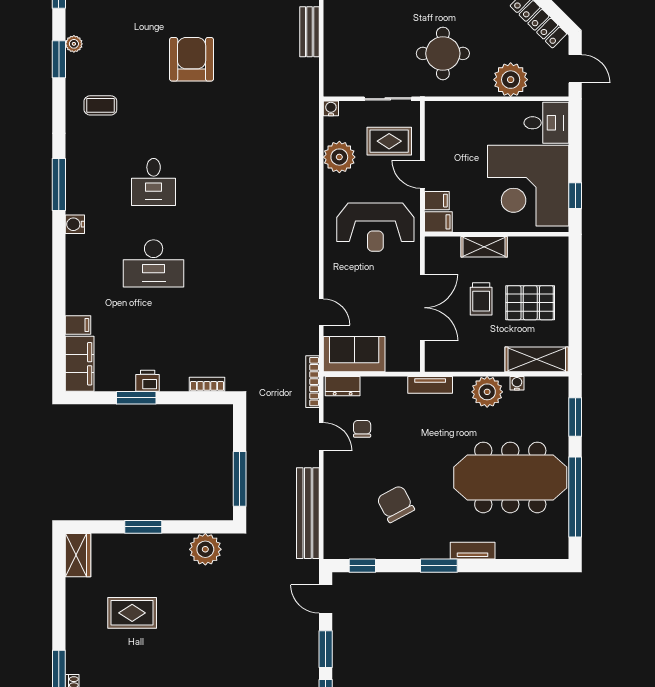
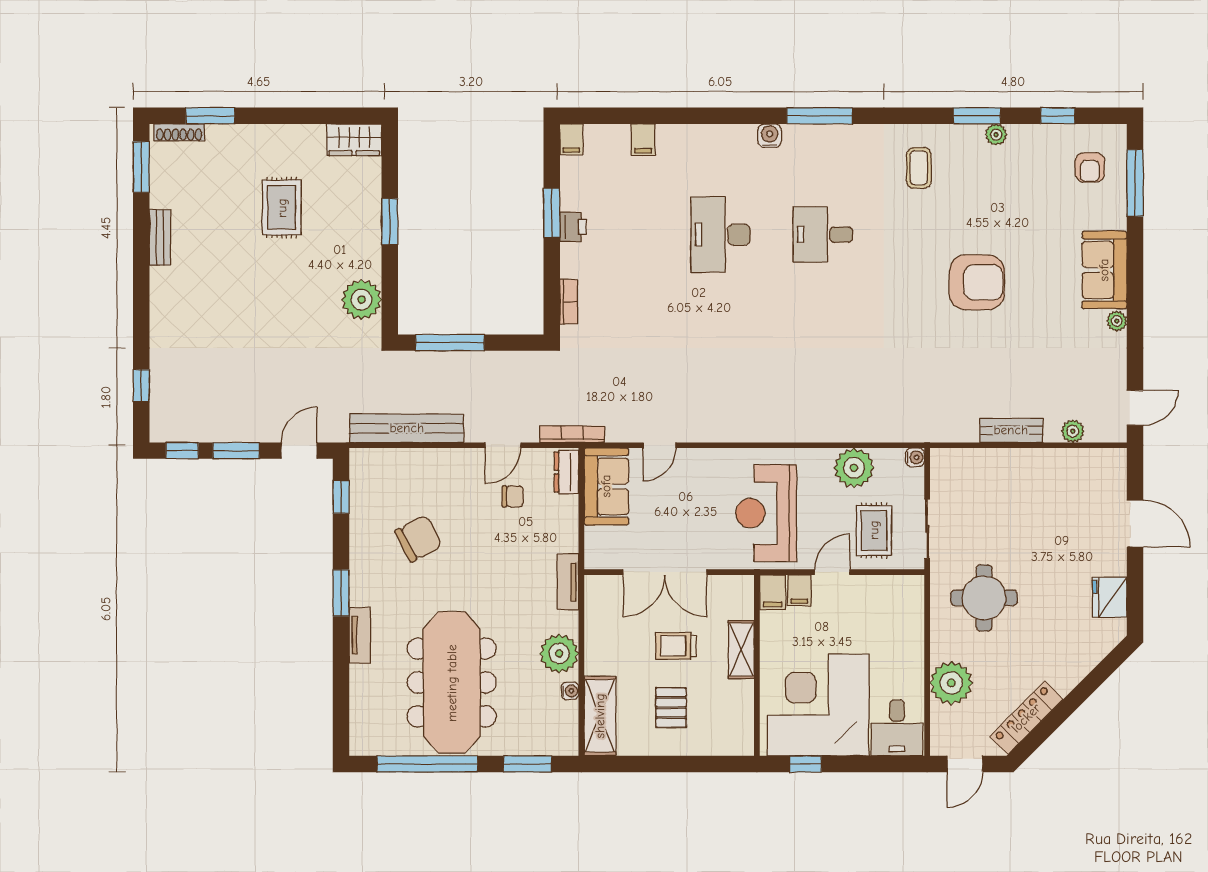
pallet: (530, 303) -> (671, 708), width x0.67, depth x0.71
filing cabinet: (80, 364) -> (571, 139), width x0.33, depth x0.86

